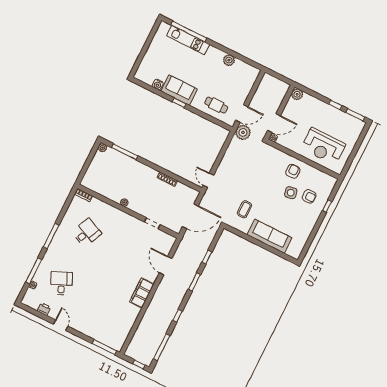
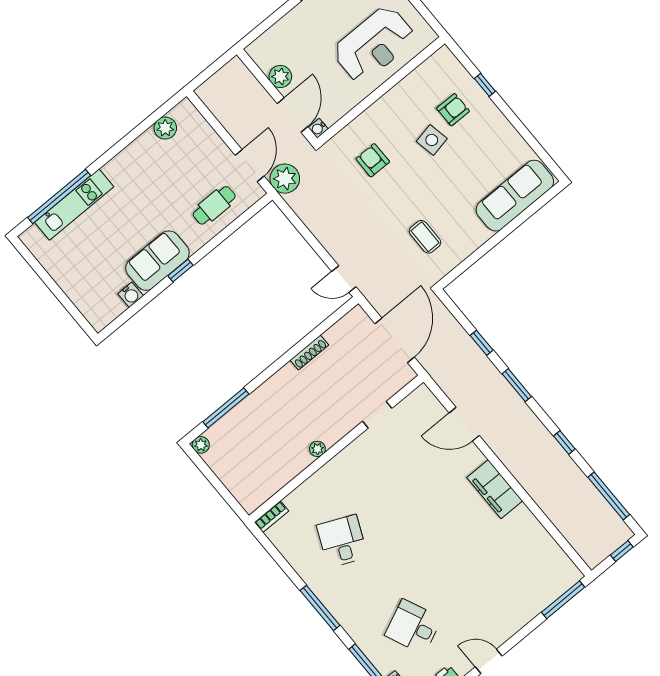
plant: (229, 60) -> (165, 128), moved
plant: (297, 94) -> (280, 77), moved
armchair: (293, 171) -> (373, 160), moved
sofa: (269, 236) -> (515, 196), moved

